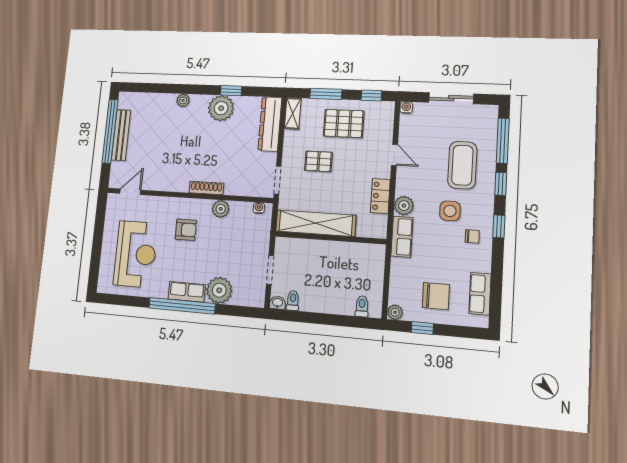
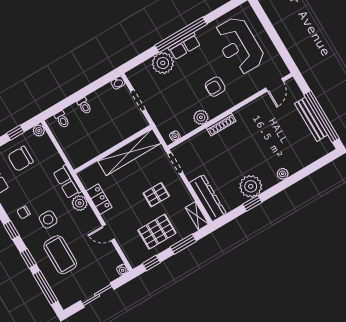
toilet: (293, 301) -> (84, 106), moved

